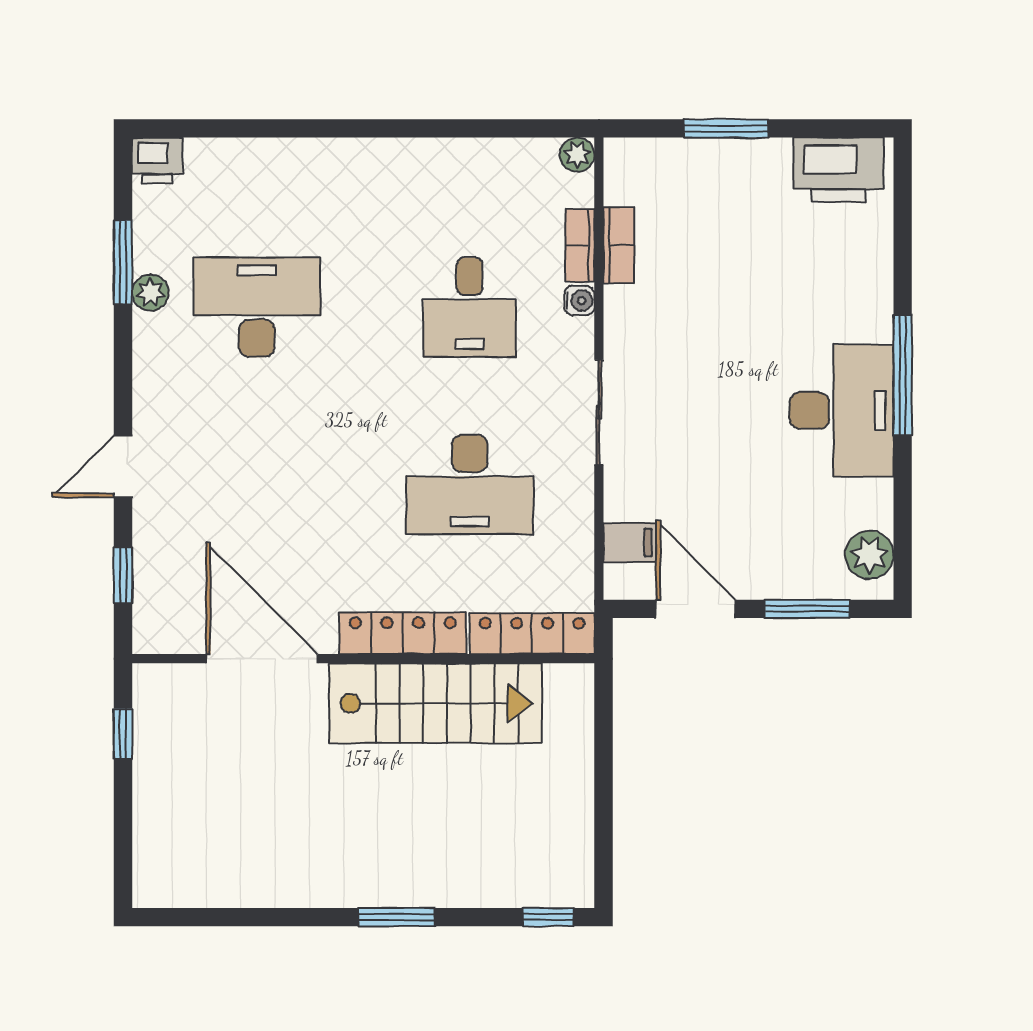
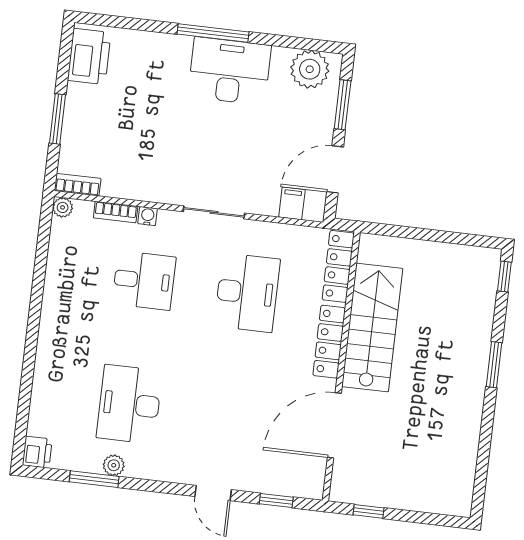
bookcase: (619, 245) -> (78, 185), moved
plant: (869, 555) -> (310, 69), width x1.36, depth x1.36

